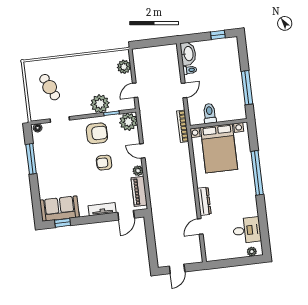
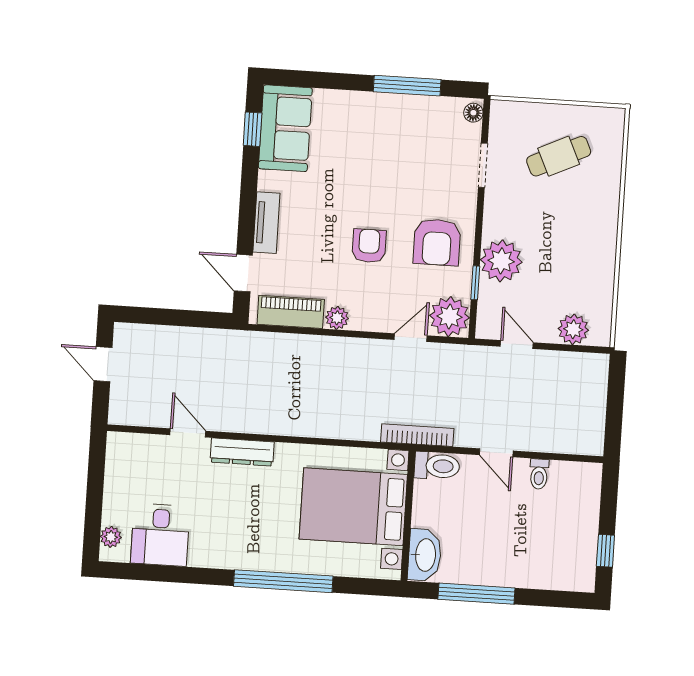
washbasin: (188, 54) -> (425, 555), moved, turned -90
toilet: (210, 113) -> (437, 466), moved
door: (142, 151) -> (411, 338), moved

